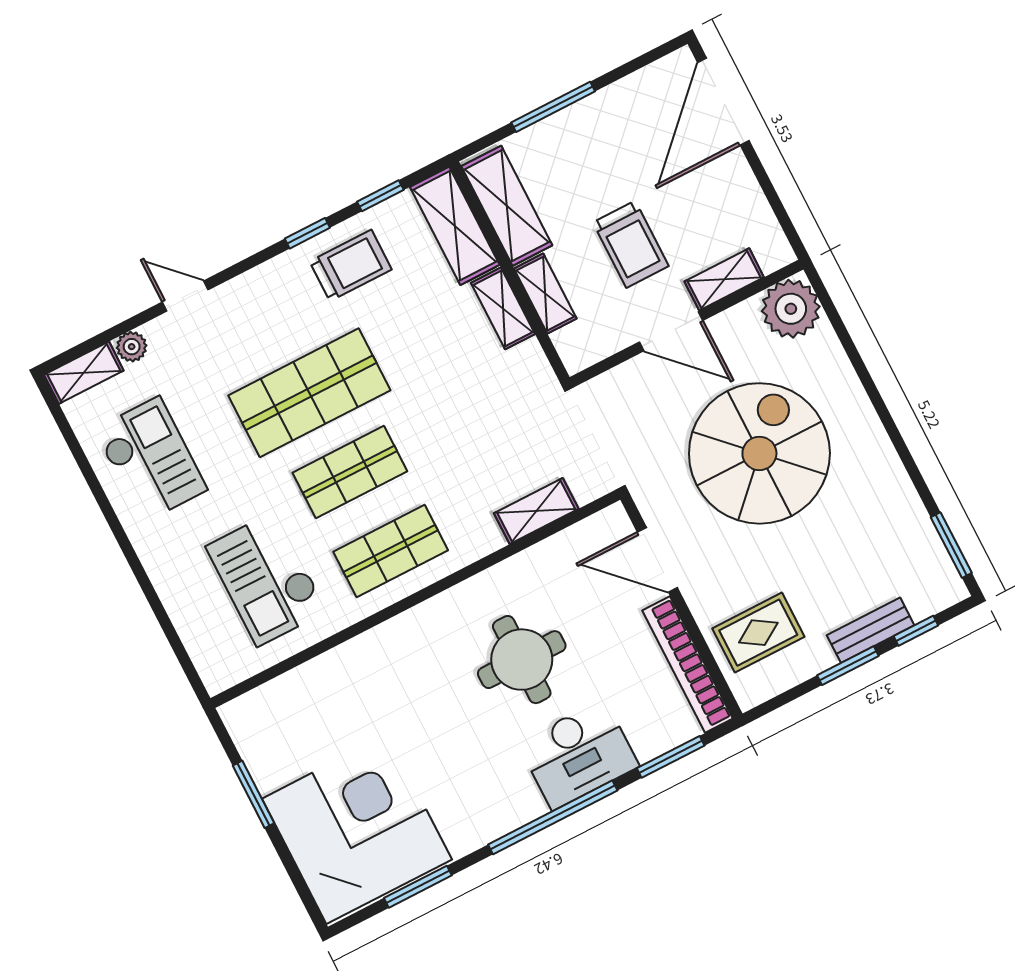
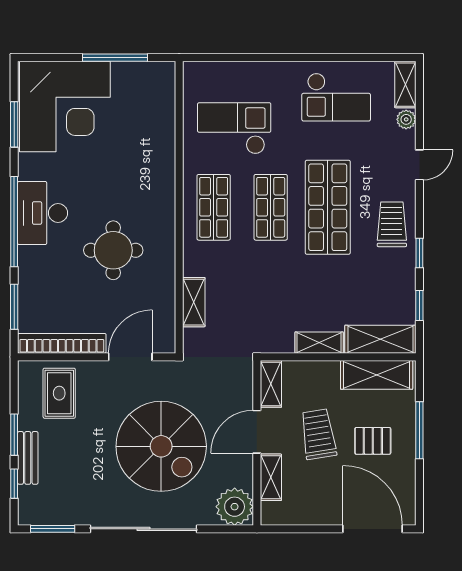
pallet: (601, 164) -> (373, 441), added
trolley: (631, 244) -> (318, 434), turned 81
trolley: (351, 265) -> (392, 224), moved, turned 180
shelving: (545, 294) -> (271, 384), moved, turned 90
sliding door: (887, 419) -> (143, 529), added
desk: (578, 754) -> (43, 213), moved
window: (253, 794) -> (115, 58), width x1.44

